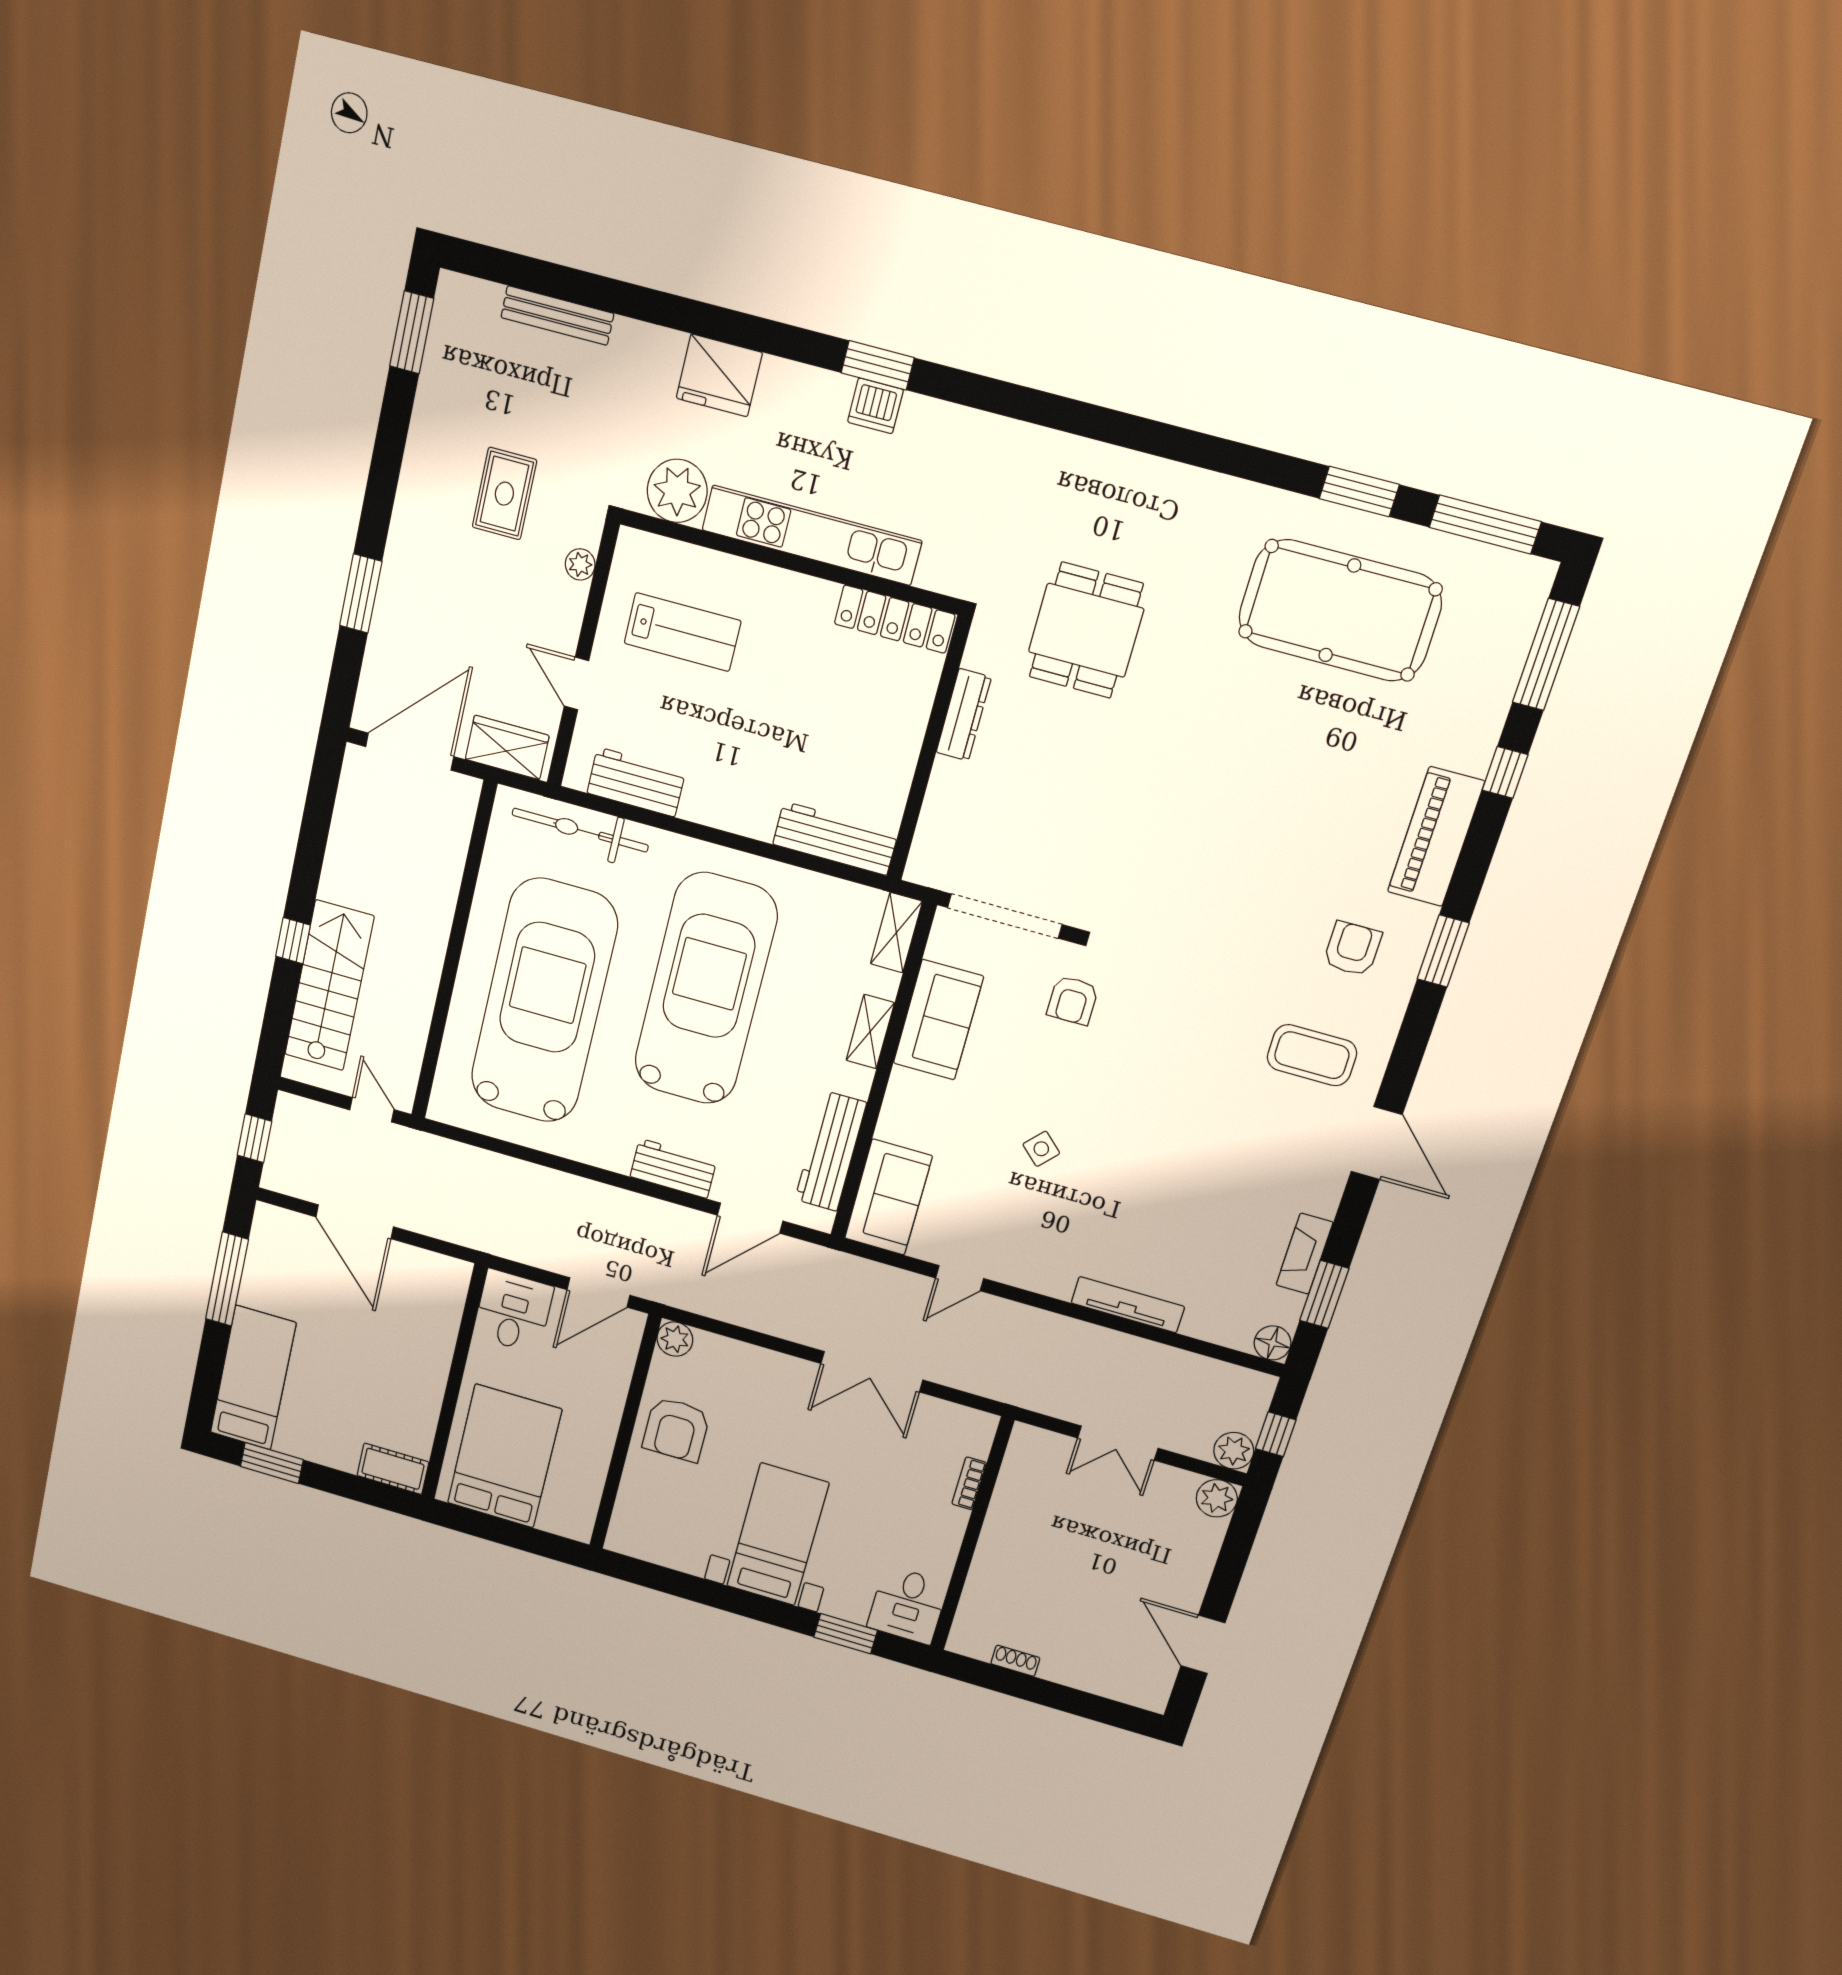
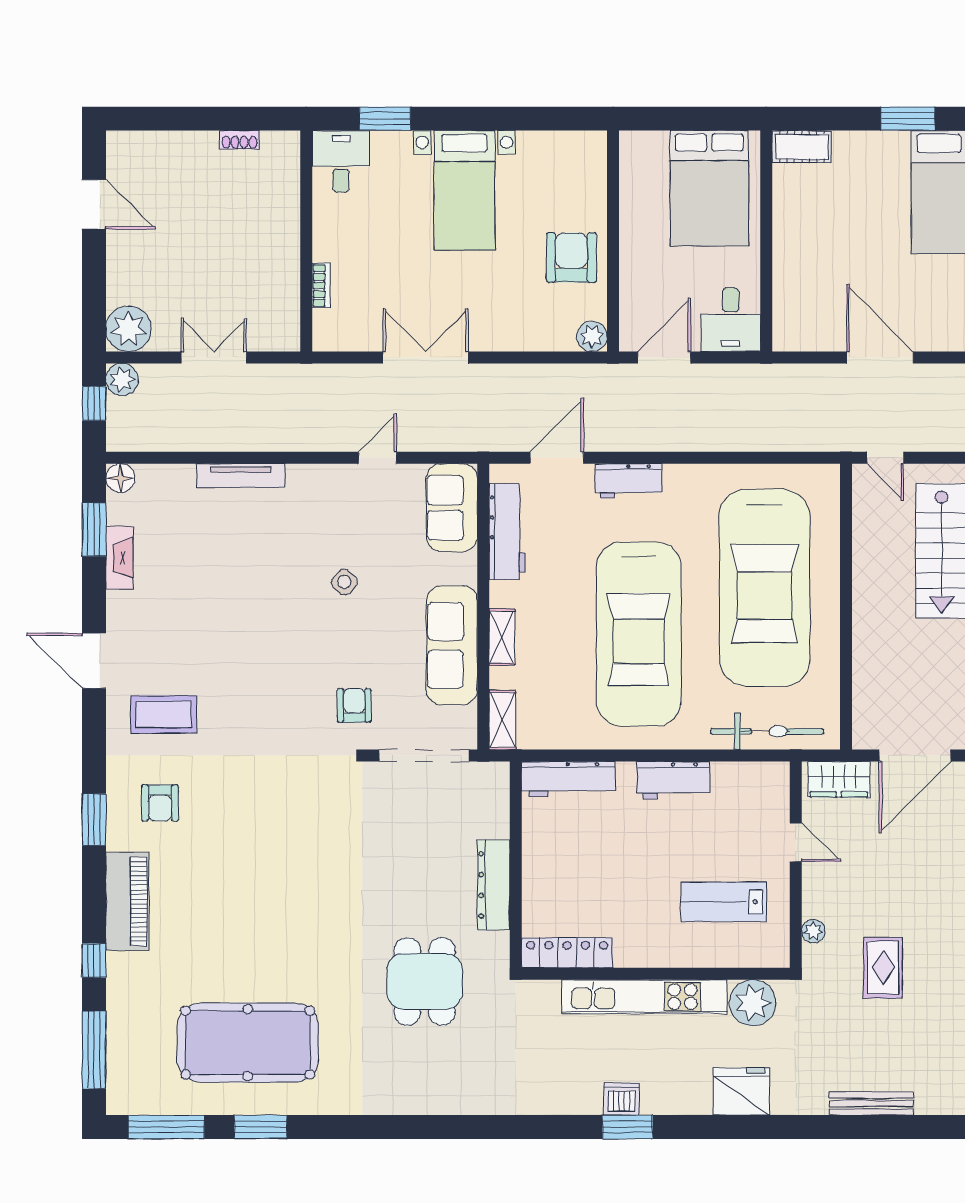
dresser: (964, 715) -> (494, 885), width x1.37, depth x1.24
workbench: (636, 782) -> (673, 780), moved
sofa: (938, 1020) -> (452, 645), width x1.36
plant: (1217, 1498) -> (129, 329), width x1.36, depth x1.36

